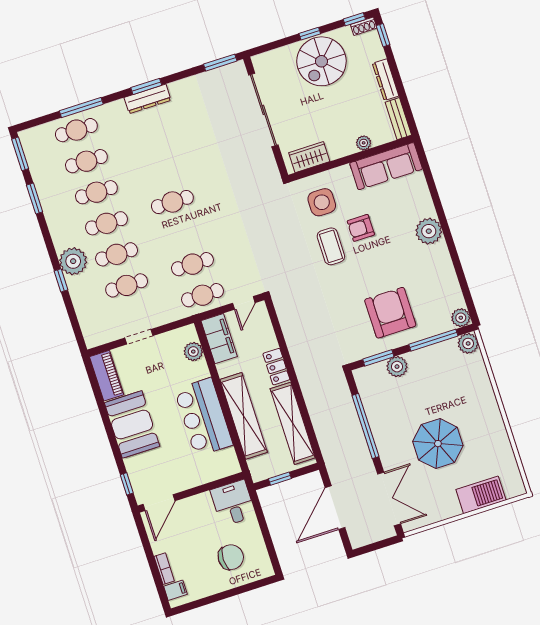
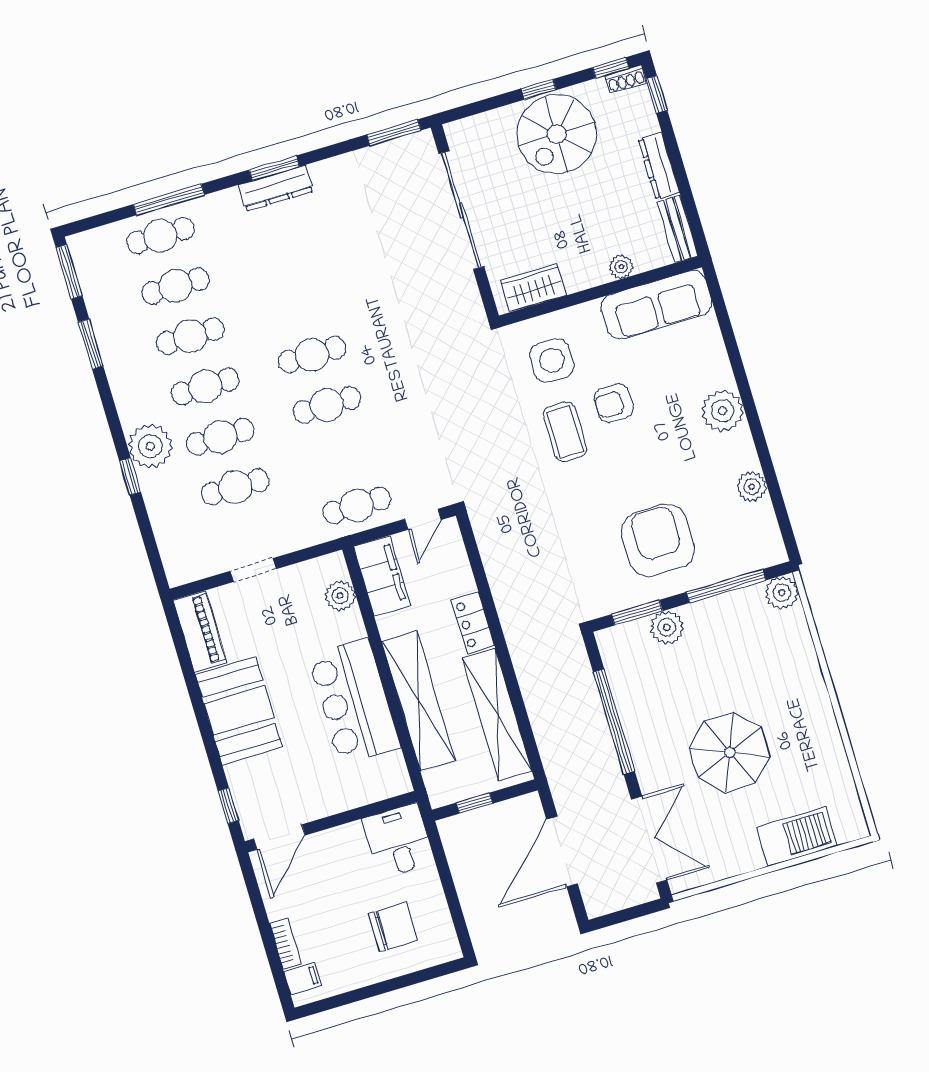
cafe table: (192, 264) -> (327, 405), moved
plant: (461, 318) -> (752, 487), moved

